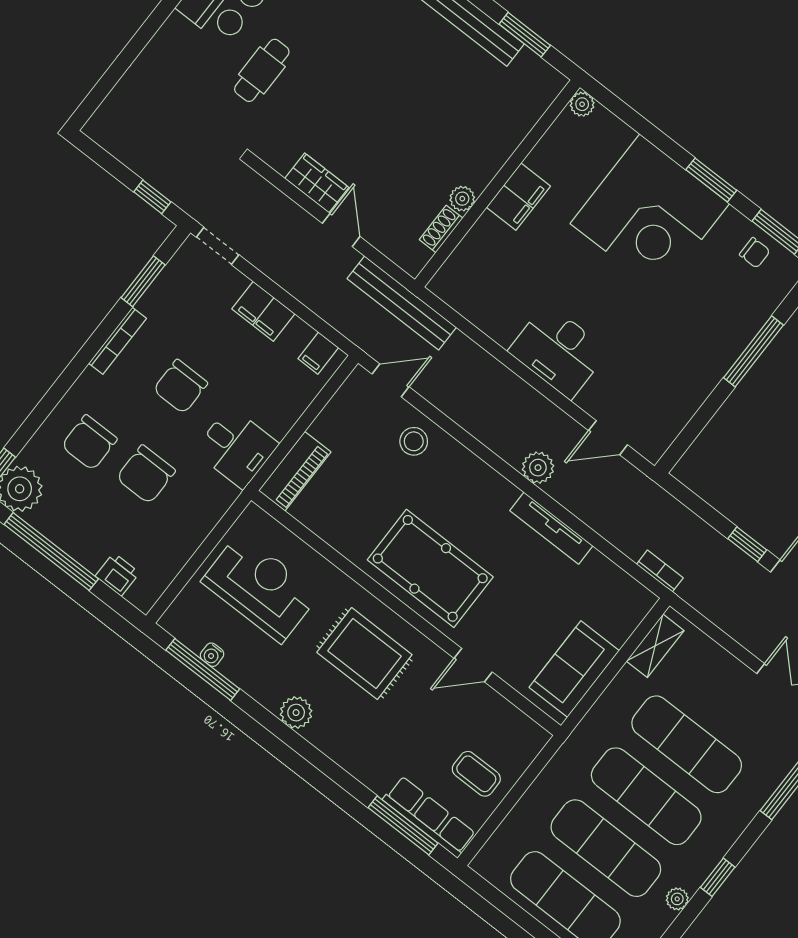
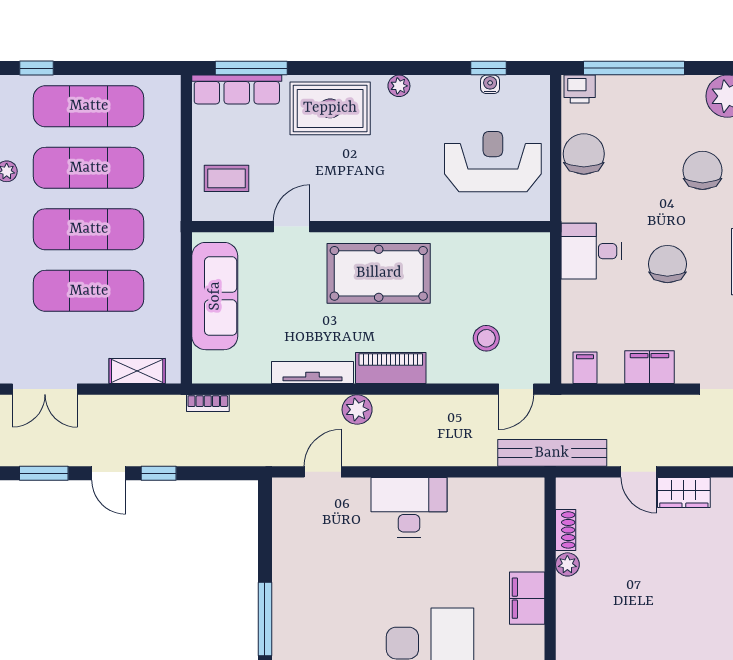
stool: (414, 441) -> (486, 338), moved
piano: (295, 471) -> (391, 368), moved, turned 90
chair: (146, 474) -> (584, 154), moved
window: (51, 552) -> (634, 68), moved
printer: (117, 575) -> (580, 89), moved
reception desk: (260, 588) -> (493, 162), turned 180
shelving: (655, 646) -> (137, 371), moved, turned 90
rug: (364, 653) -> (330, 108), moved
sofa: (574, 669) -> (215, 296), width x1.36
window: (203, 670) -> (488, 68), width x0.46
plant: (296, 713) -> (399, 86), width x0.73, depth x0.73
coffee table: (476, 774) -> (226, 178), moved

